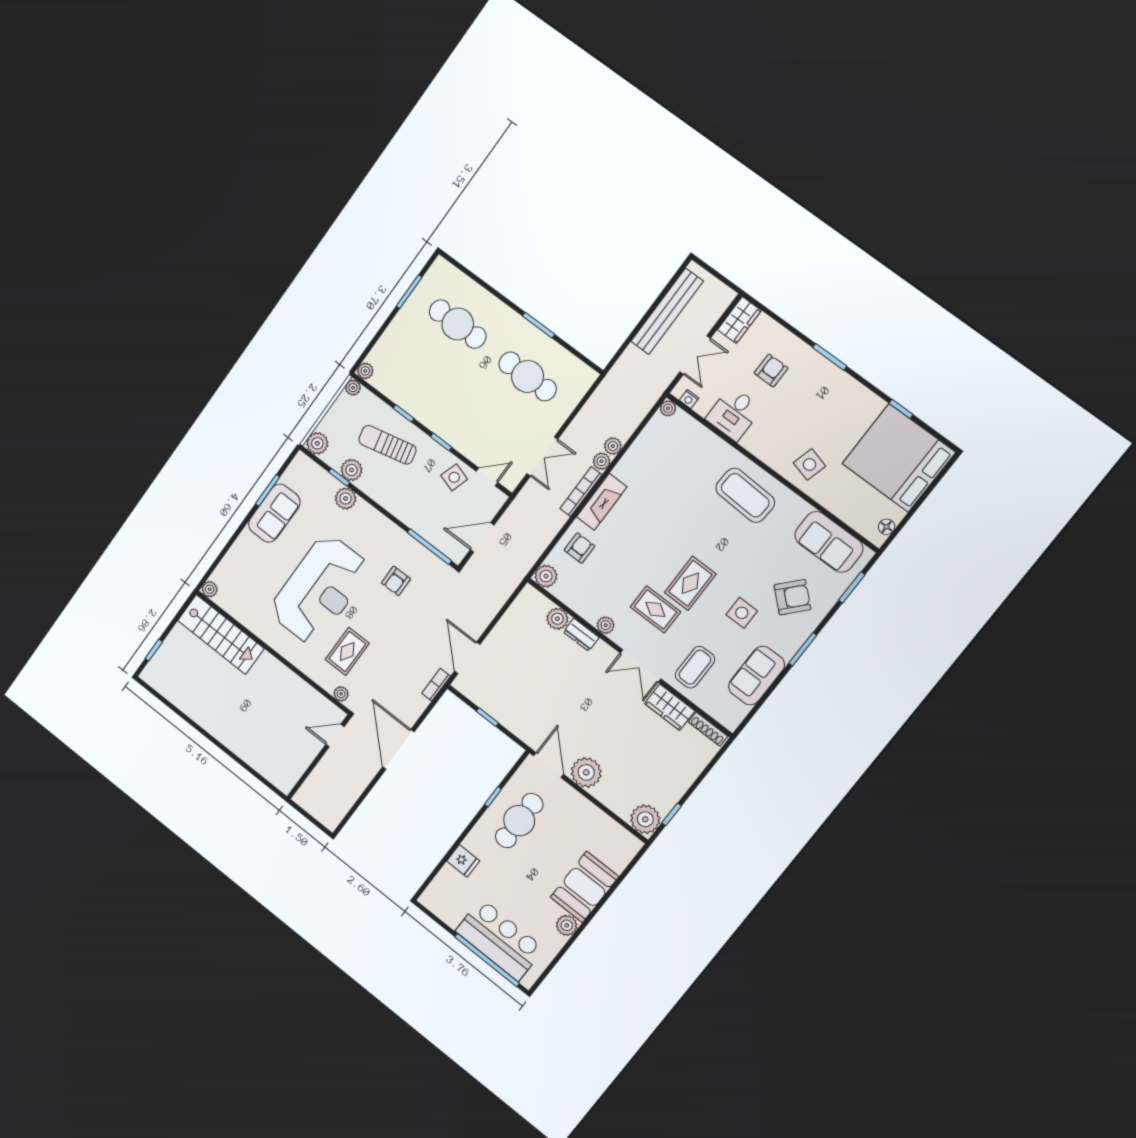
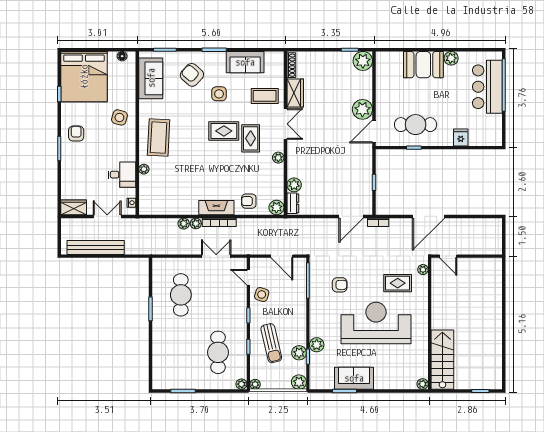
cafe table: (458, 324) -> (218, 352), moved
armchair: (771, 371) -> (76, 134), moved, turned 90
plant: (668, 408) -> (144, 169), moved
dresser: (581, 635) -> (293, 203), moved

